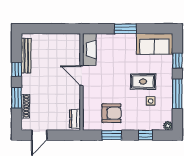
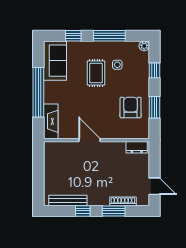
window: (125, 29) -> (38, 92), width x2.11
fireplace: (89, 49) -> (51, 121), moved, turned 90
door: (82, 76) -> (90, 140), swing flipped

